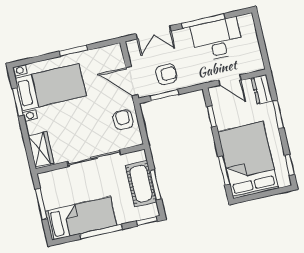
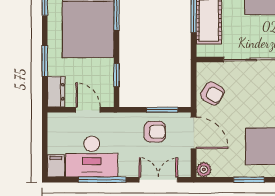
filing cabinet: (247, 24) -> (56, 166), added
plant: (115, 51) -> (204, 170), added
armchair: (166, 74) -> (155, 132), turned 180
armchair: (123, 120) -> (212, 93), turned -58

